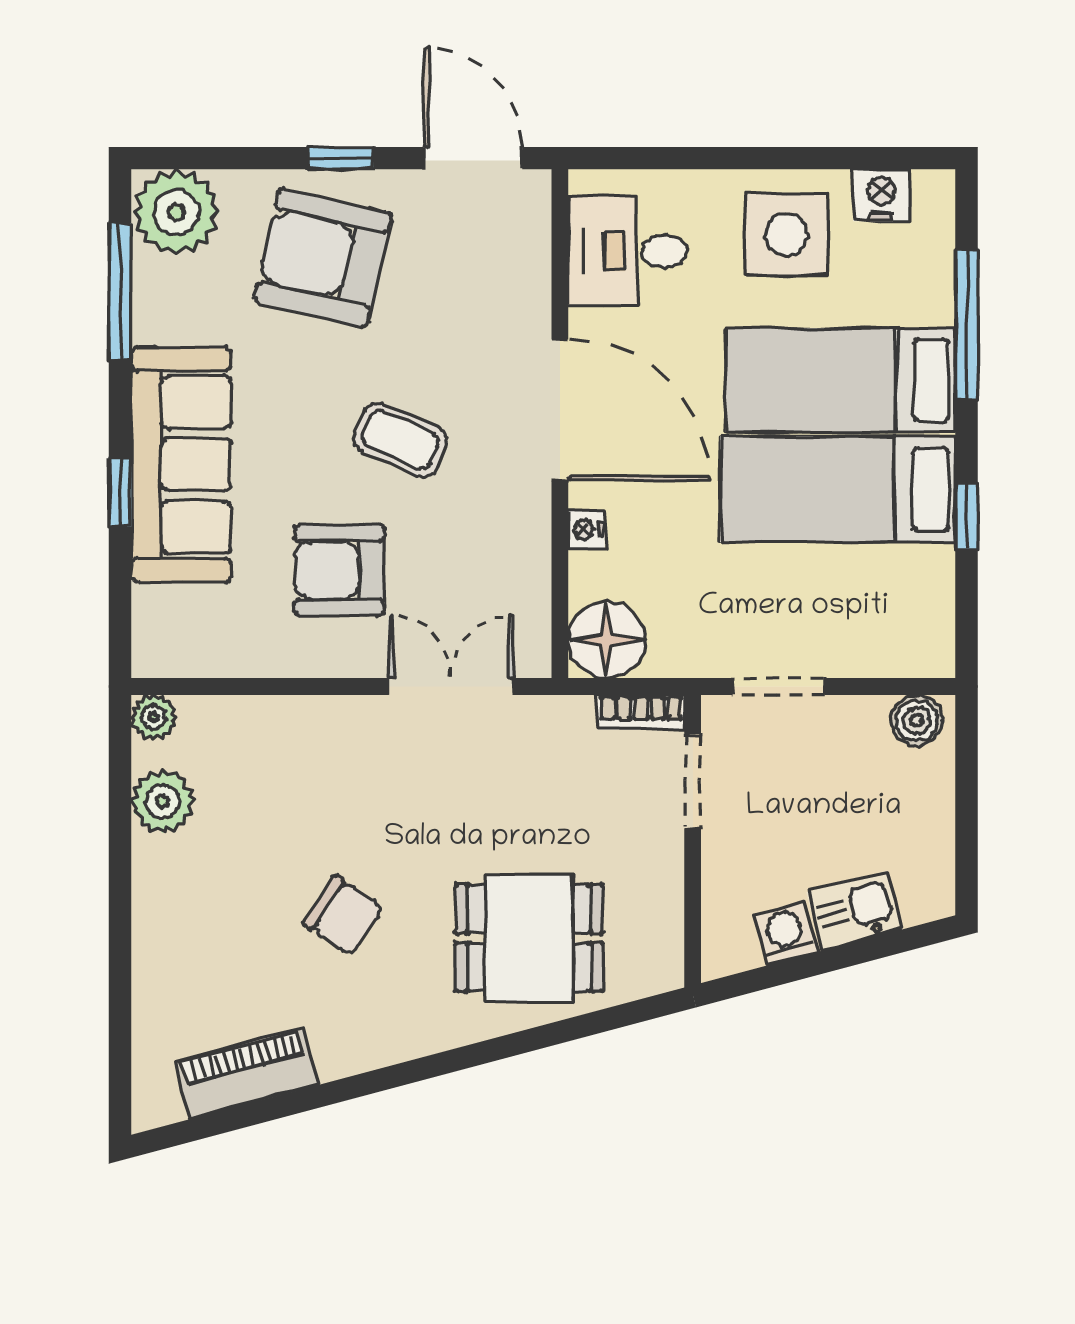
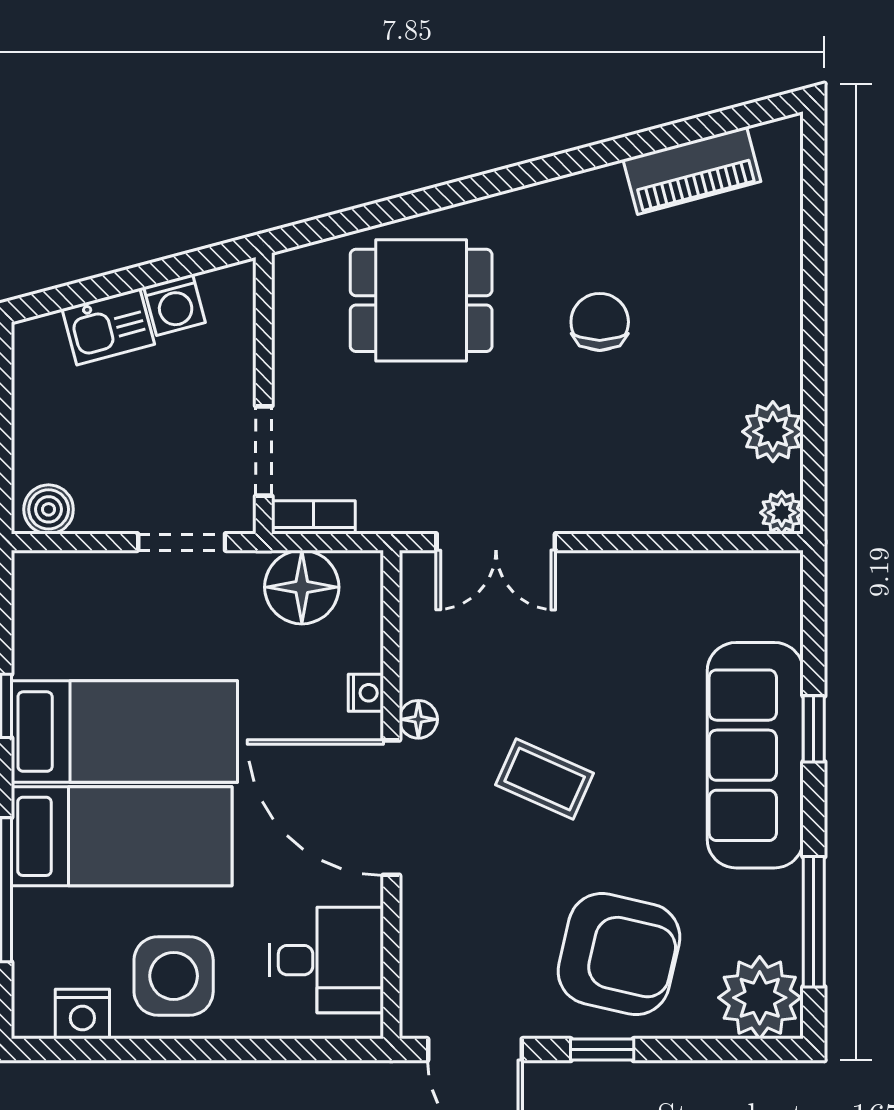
floor lamp: (532, 502) -> (418, 719), added
armchair: (339, 570) -> (603, 654), removed
floor lamp: (607, 640) -> (302, 587), moved
chair: (343, 916) -> (600, 322), turned 56

